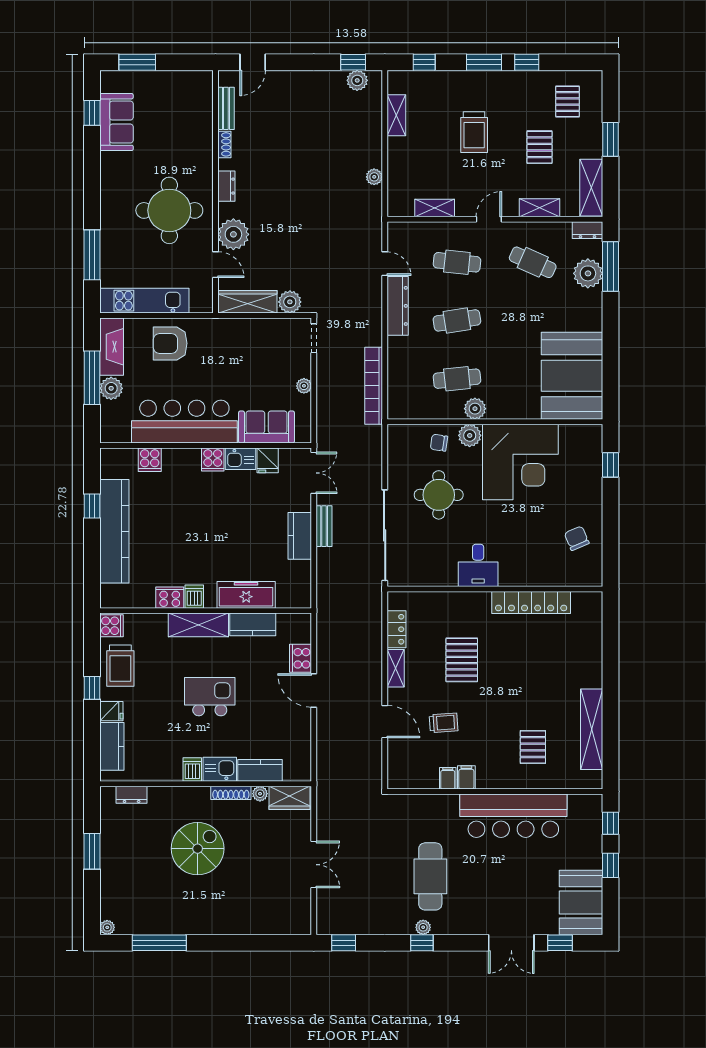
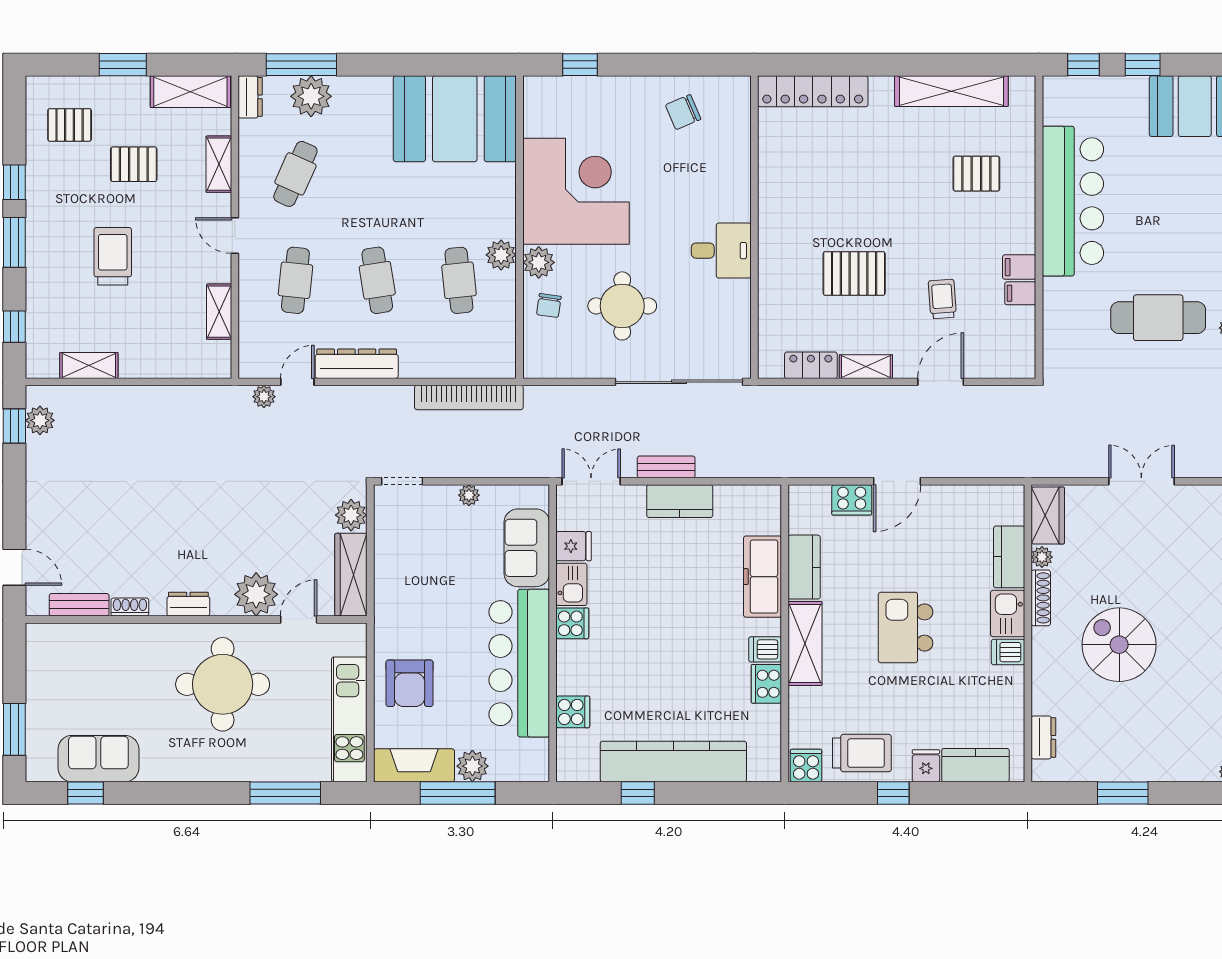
trolley: (474, 132) -> (113, 256), turned -90
plant: (374, 177) -> (264, 397), moved
locker: (531, 602) -> (813, 91), moved, turned 90

